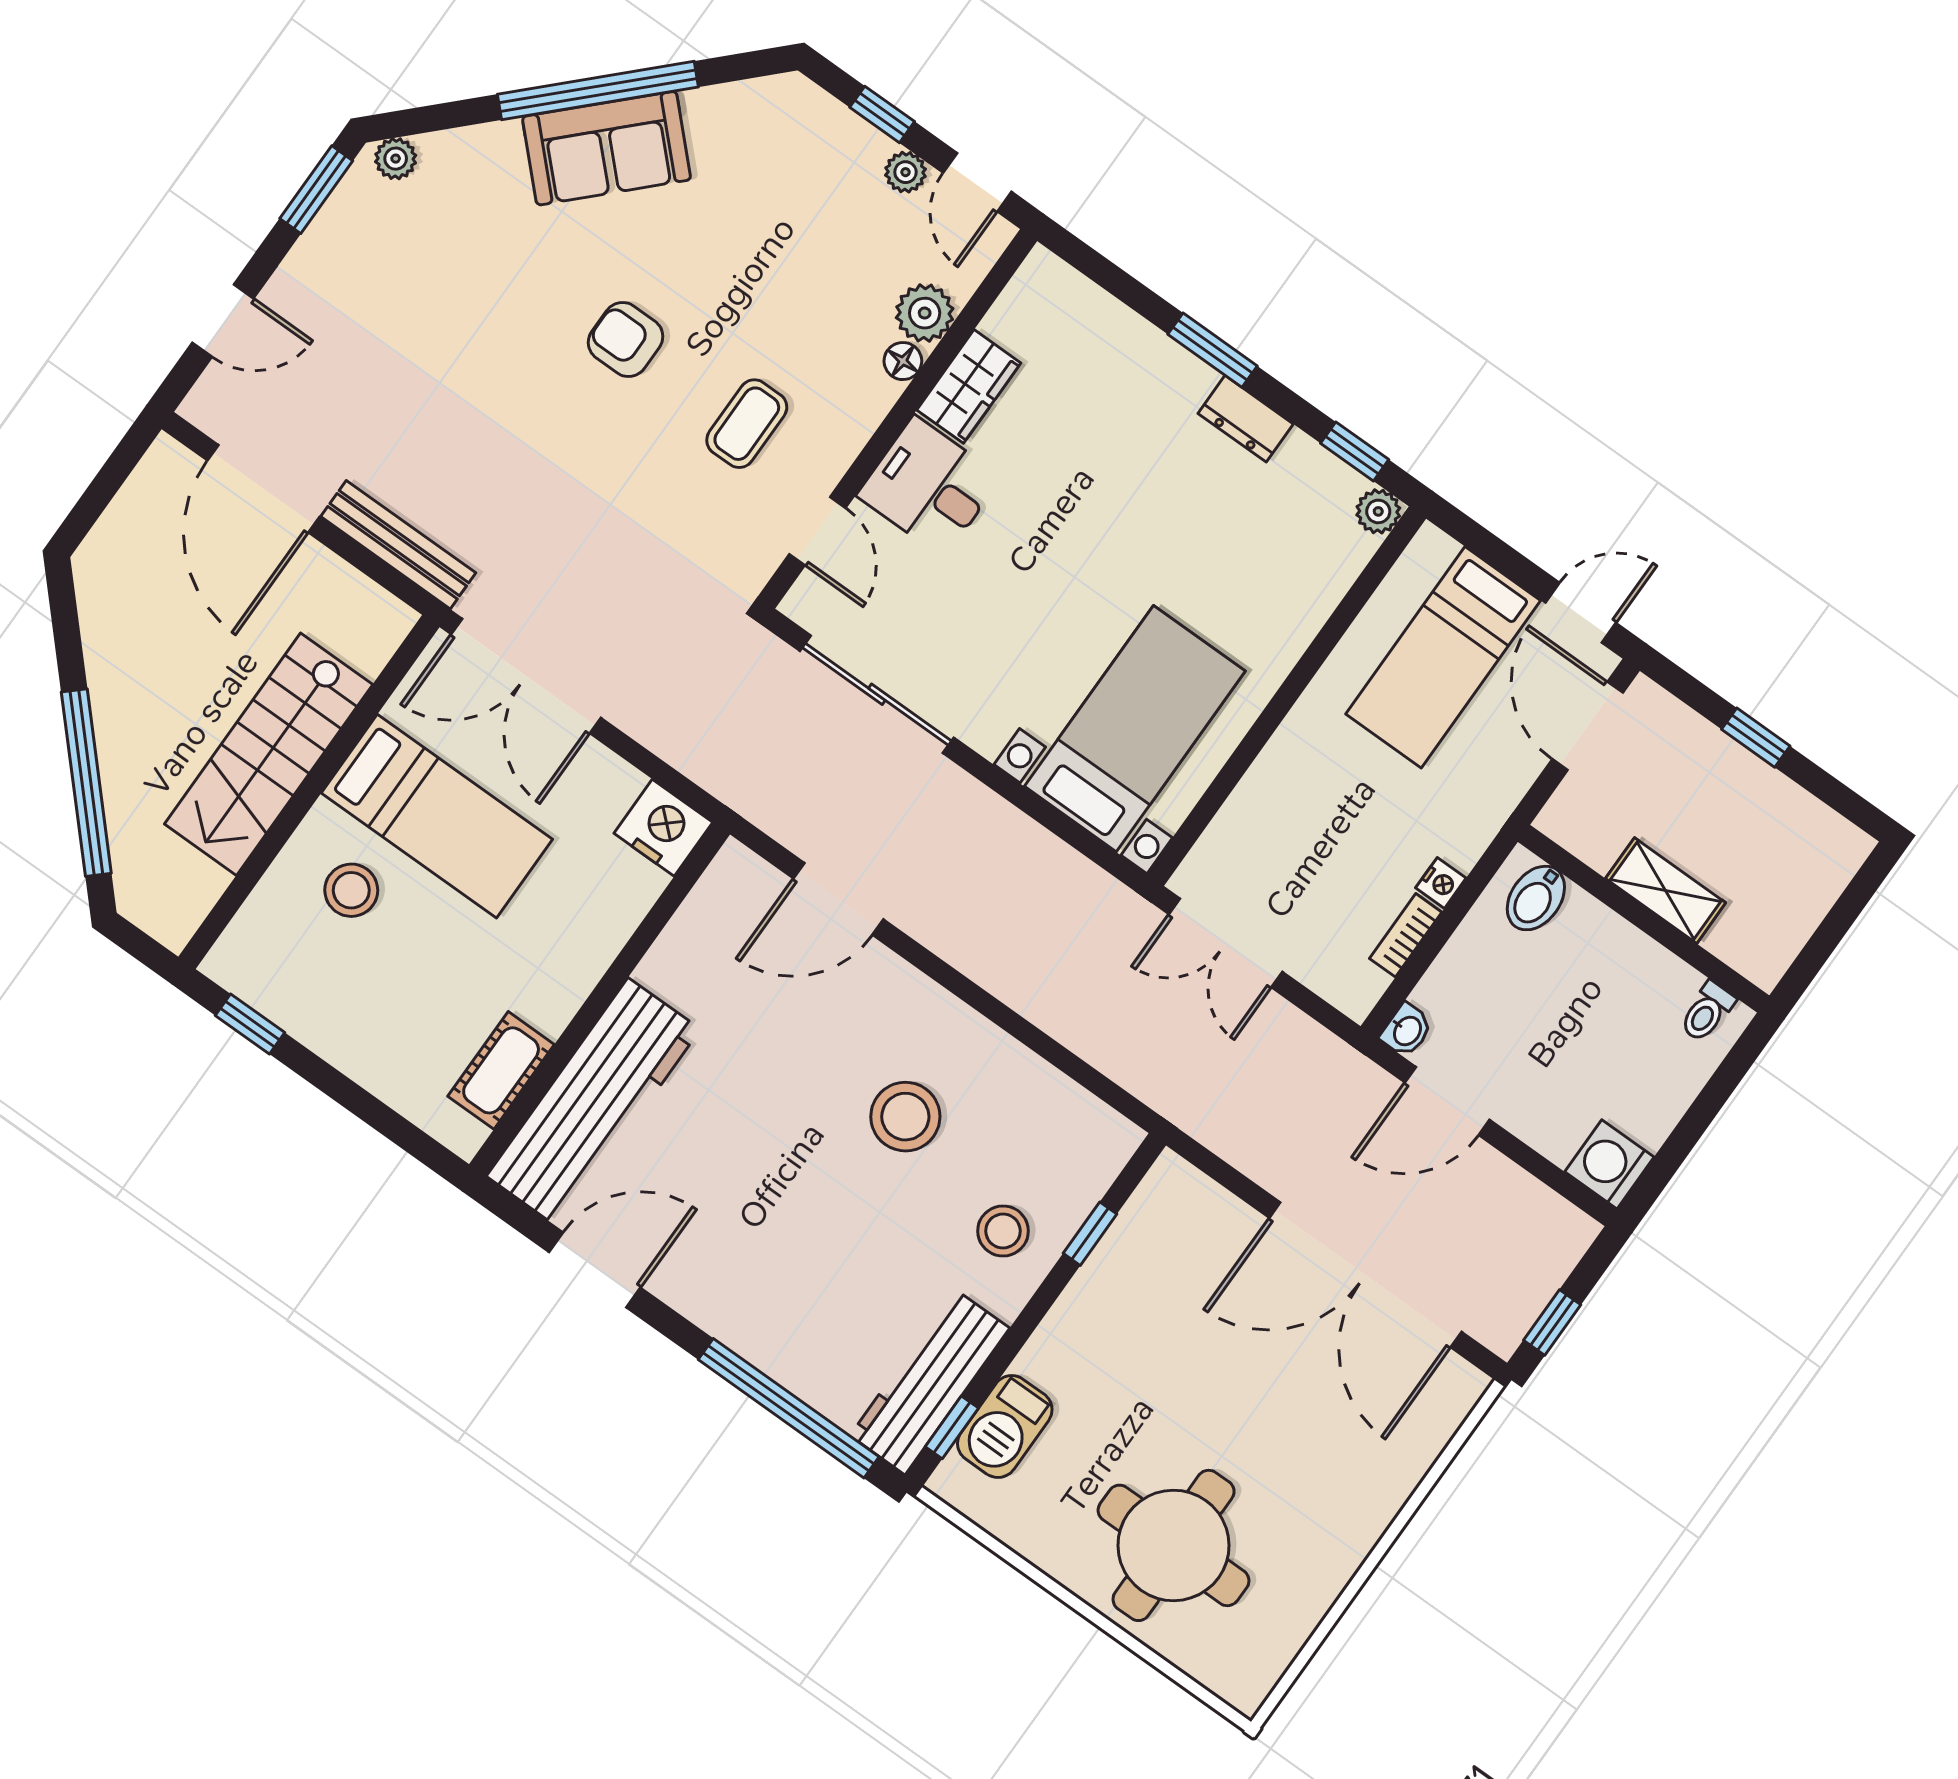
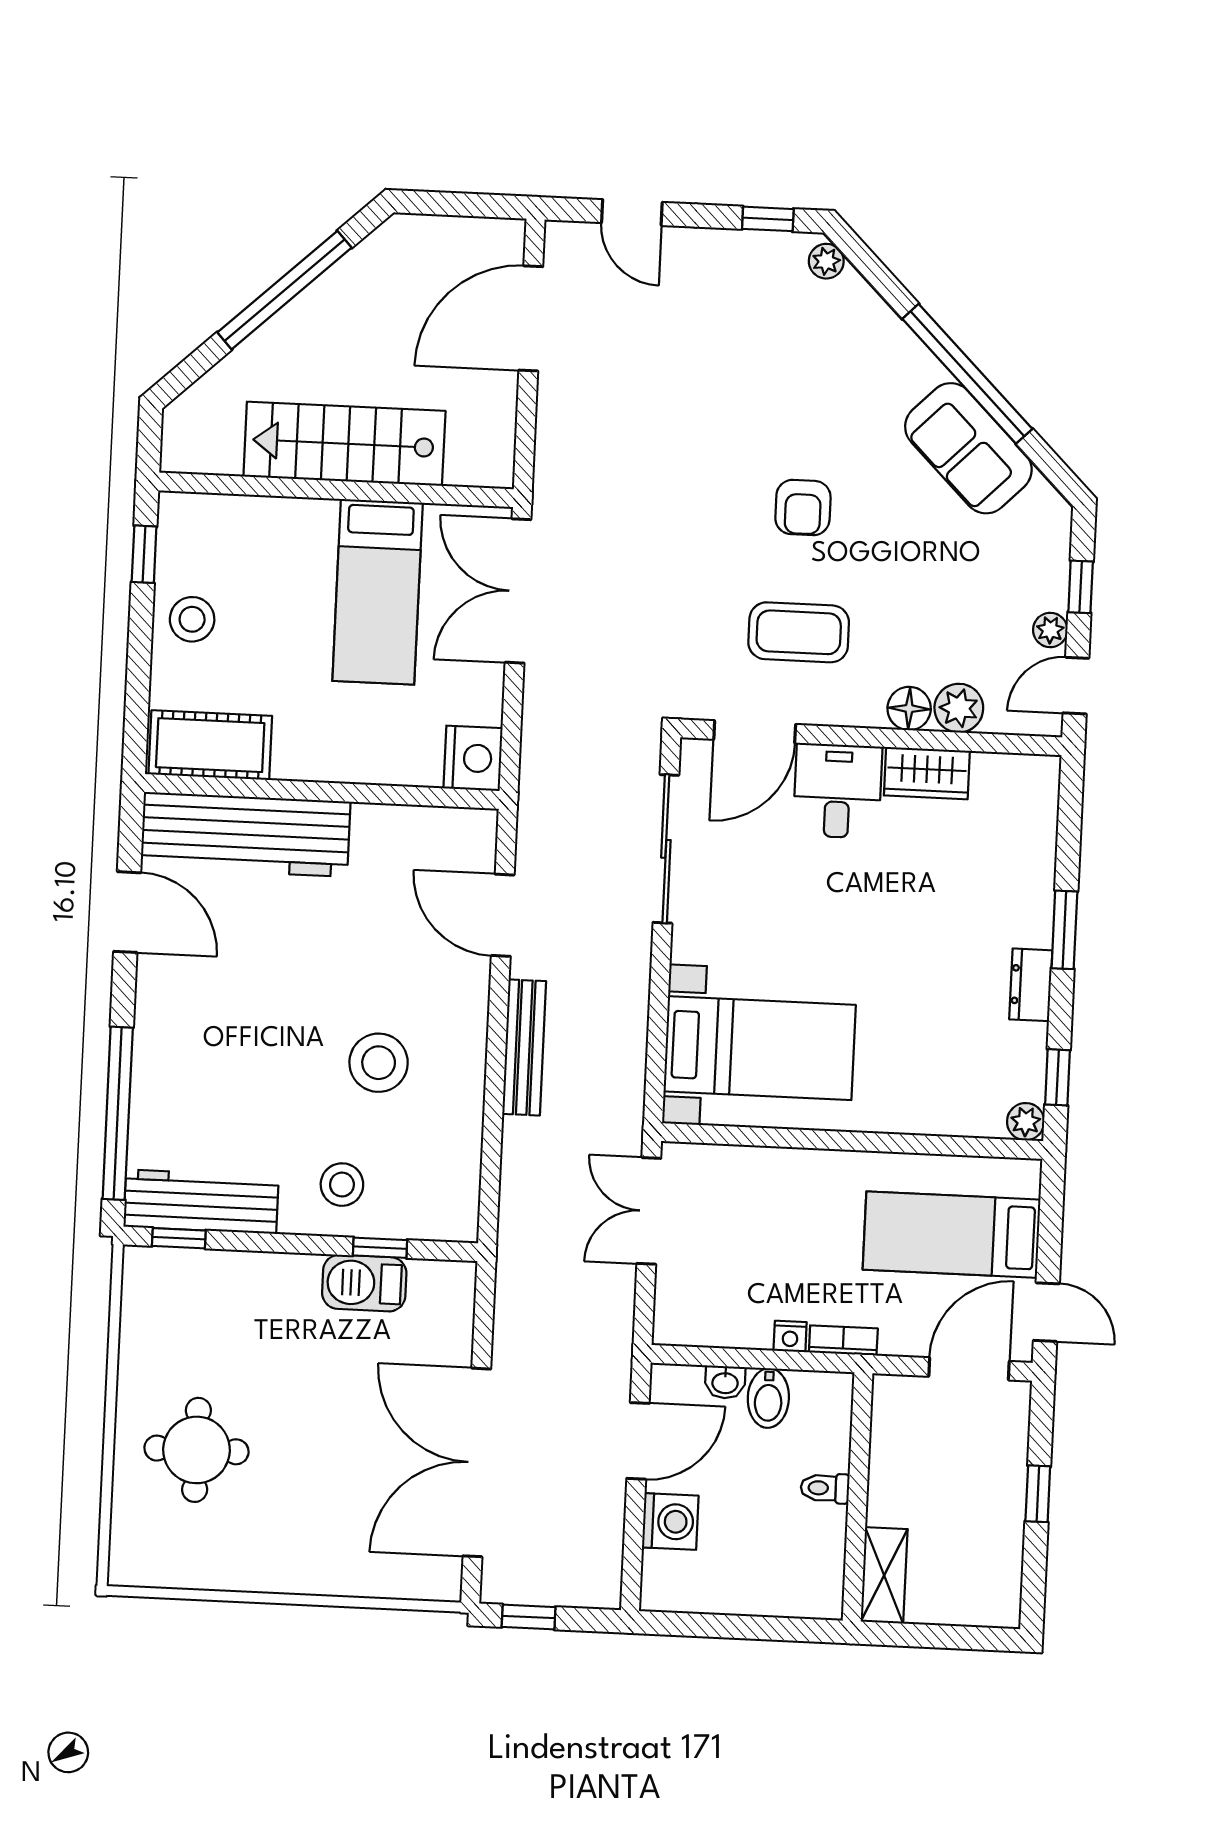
sofa: (607, 148) -> (968, 448), moved
window: (316, 190) -> (768, 219), width x0.67
armchair: (626, 339) -> (803, 508), turned 180
floor lamp: (903, 361) -> (909, 709), width x1.37, depth x1.37
coffee table: (747, 424) -> (799, 632), width x1.36, depth x1.30
door: (817, 531) -> (755, 732), width x1.38
bench: (398, 545) -> (524, 1047), moved
window: (86, 783) -> (285, 290), moved
stool: (351, 890) -> (192, 619), moved
shelving: (1666, 891) -> (884, 1575), moved
bidet: (1536, 898) -> (768, 1398), moved, turned -90
bookcase: (1406, 935) -> (843, 1340), moved
toilet: (1707, 1012) -> (825, 1488), moved
washbasin: (1407, 1030) -> (725, 1382), moved
cot: (501, 1070) -> (210, 745), width x1.37, depth x1.34
door: (1447, 1101) -> (638, 1441), swing flipped
washing machine: (1609, 1164) -> (670, 1521), moved, turned 90
barbecue: (1005, 1427) -> (364, 1283), moved
round table: (1174, 1545) -> (196, 1450), width x0.73, depth x0.73

